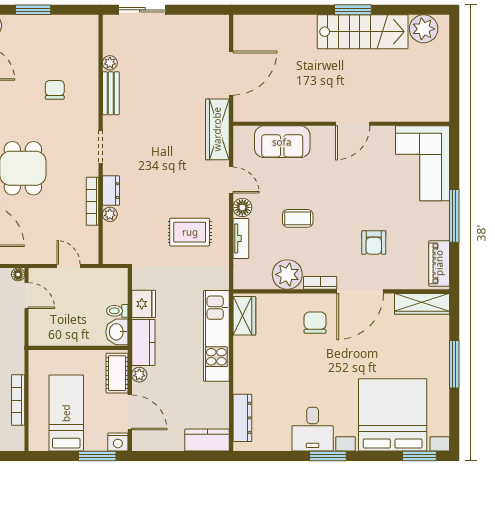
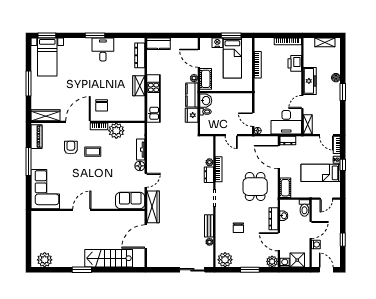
plant: (80, 29) -> (225, 260), added
stairs: (363, 32) -> (109, 258), moved
sofa: (282, 142) -> (130, 200), moved
door: (231, 180) -> (146, 180), swing flipped
coffee table: (298, 218) -> (93, 152), moved
rug: (190, 232) -> (168, 153), removed
wardrobe: (244, 316) -> (139, 86), moved
bed with nightstands: (393, 415) -> (47, 57), width x0.54
nightstand: (118, 442) -> (217, 43), moved
window: (97, 456) -> (231, 35), moved

